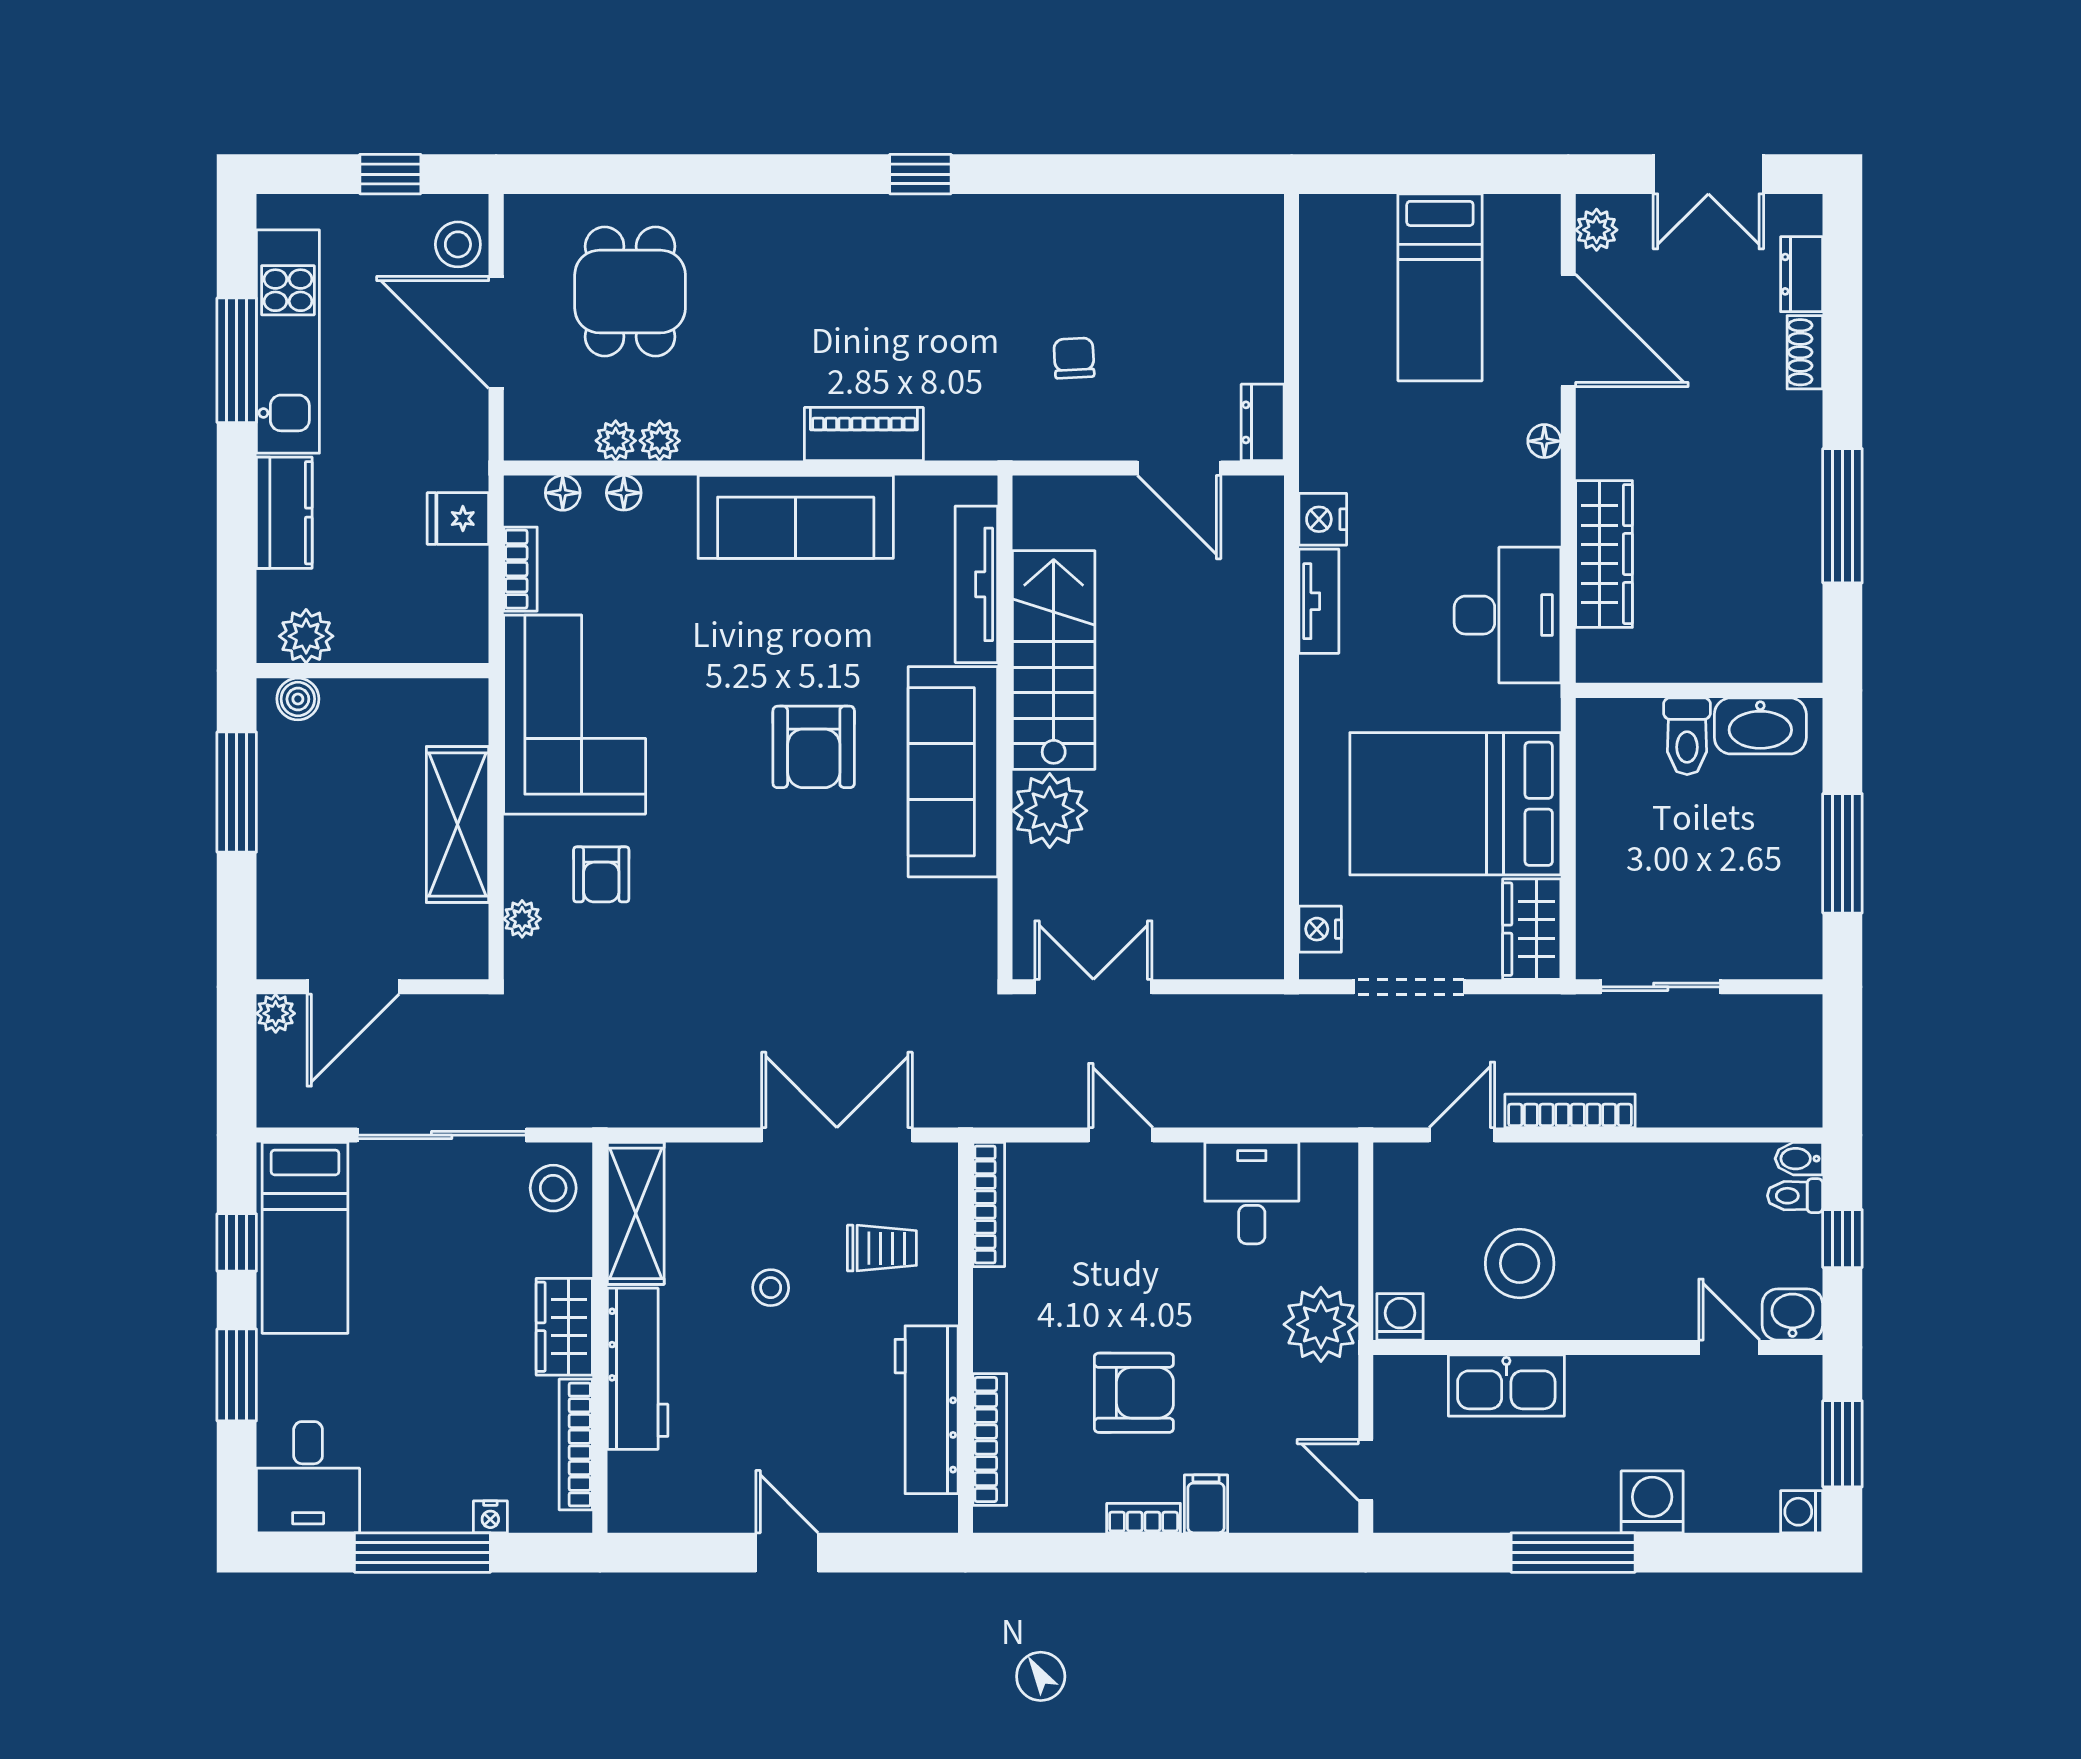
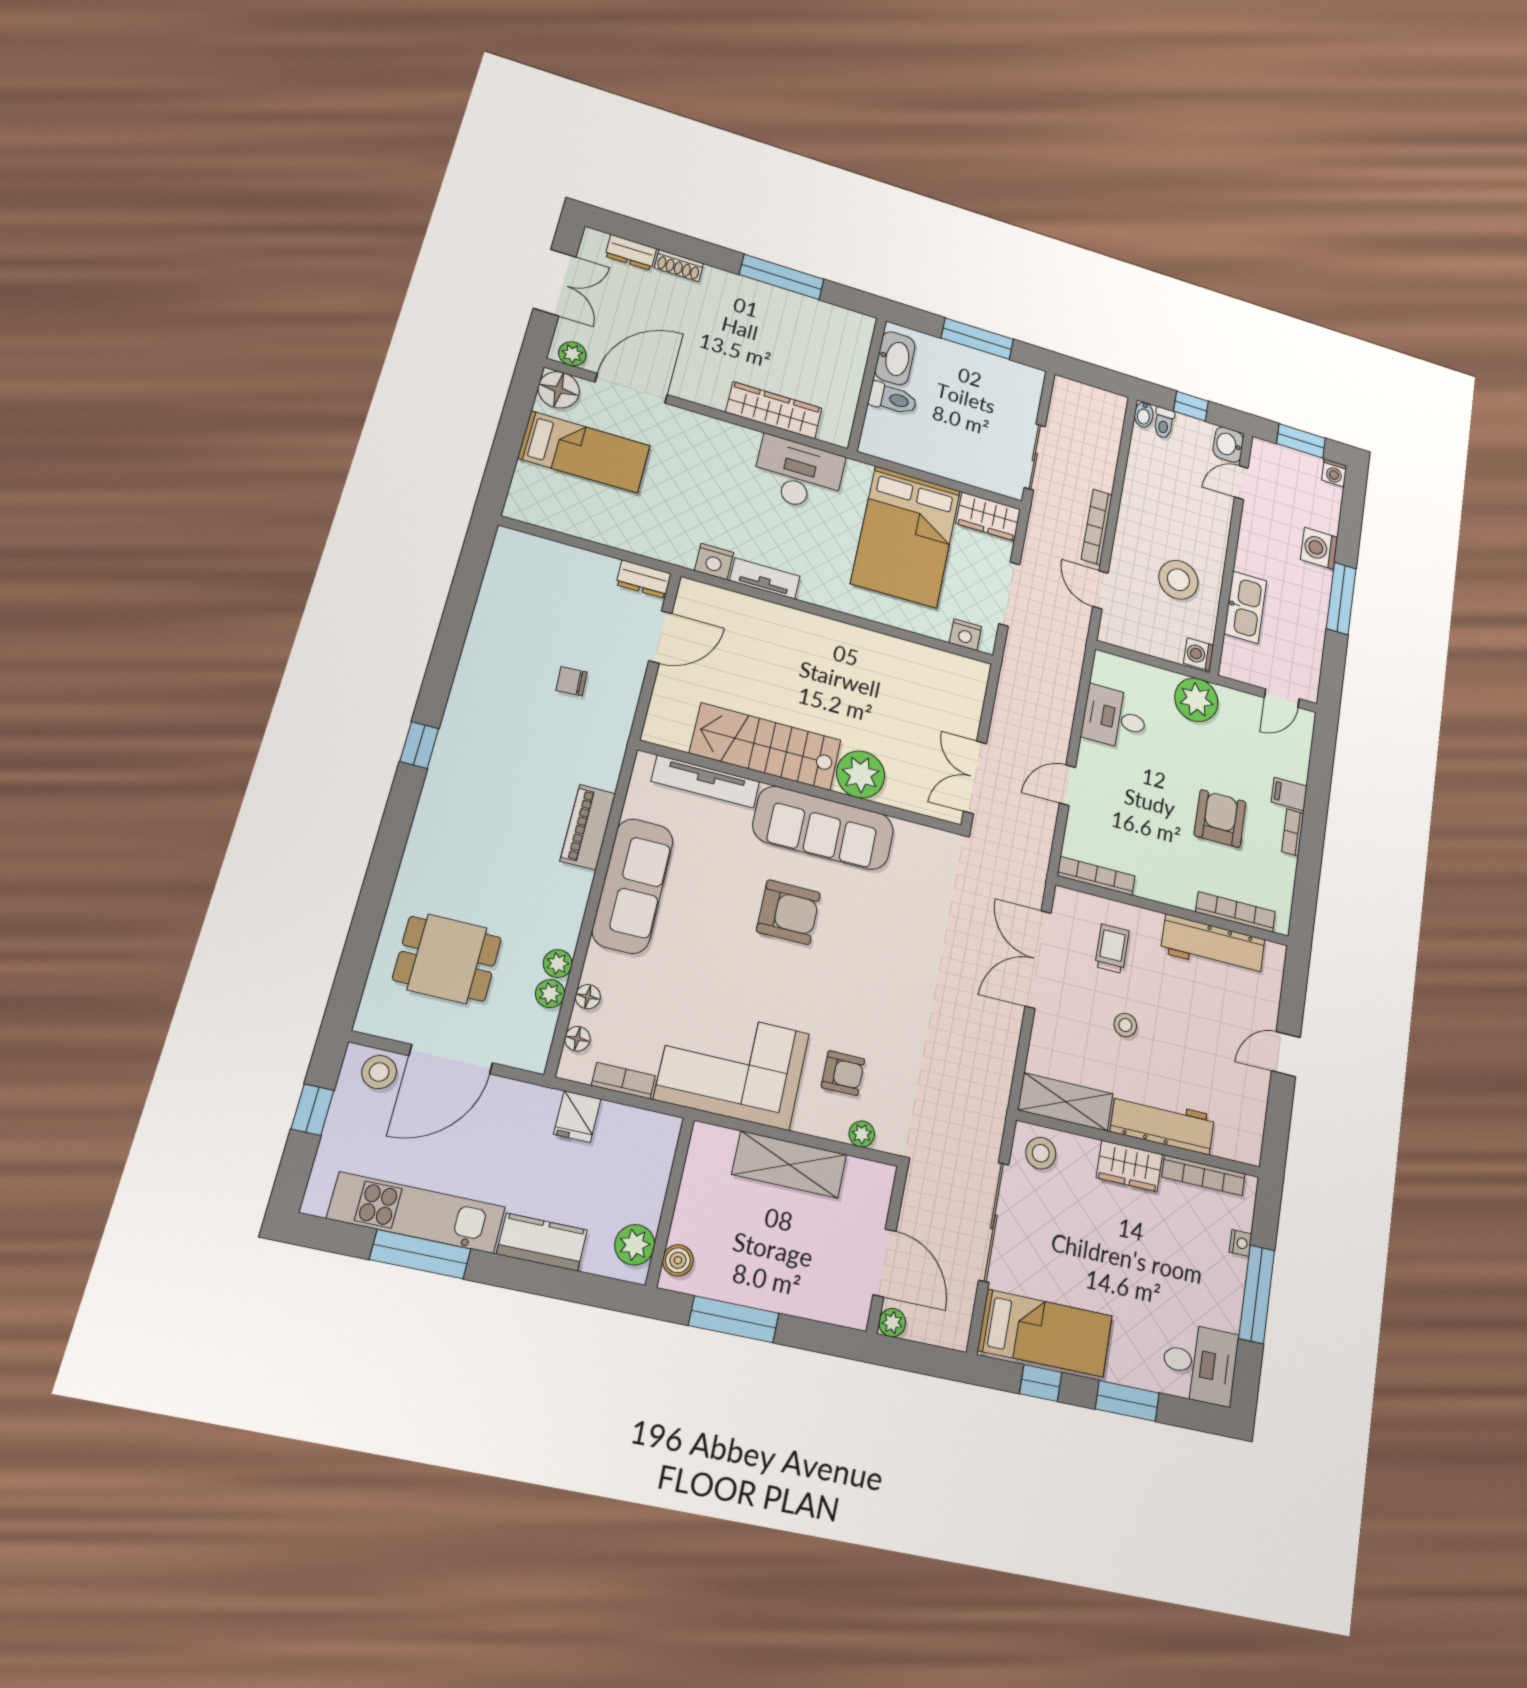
floor lamp: (1544, 441) -> (559, 390), moved, width x1.89, depth x1.89

